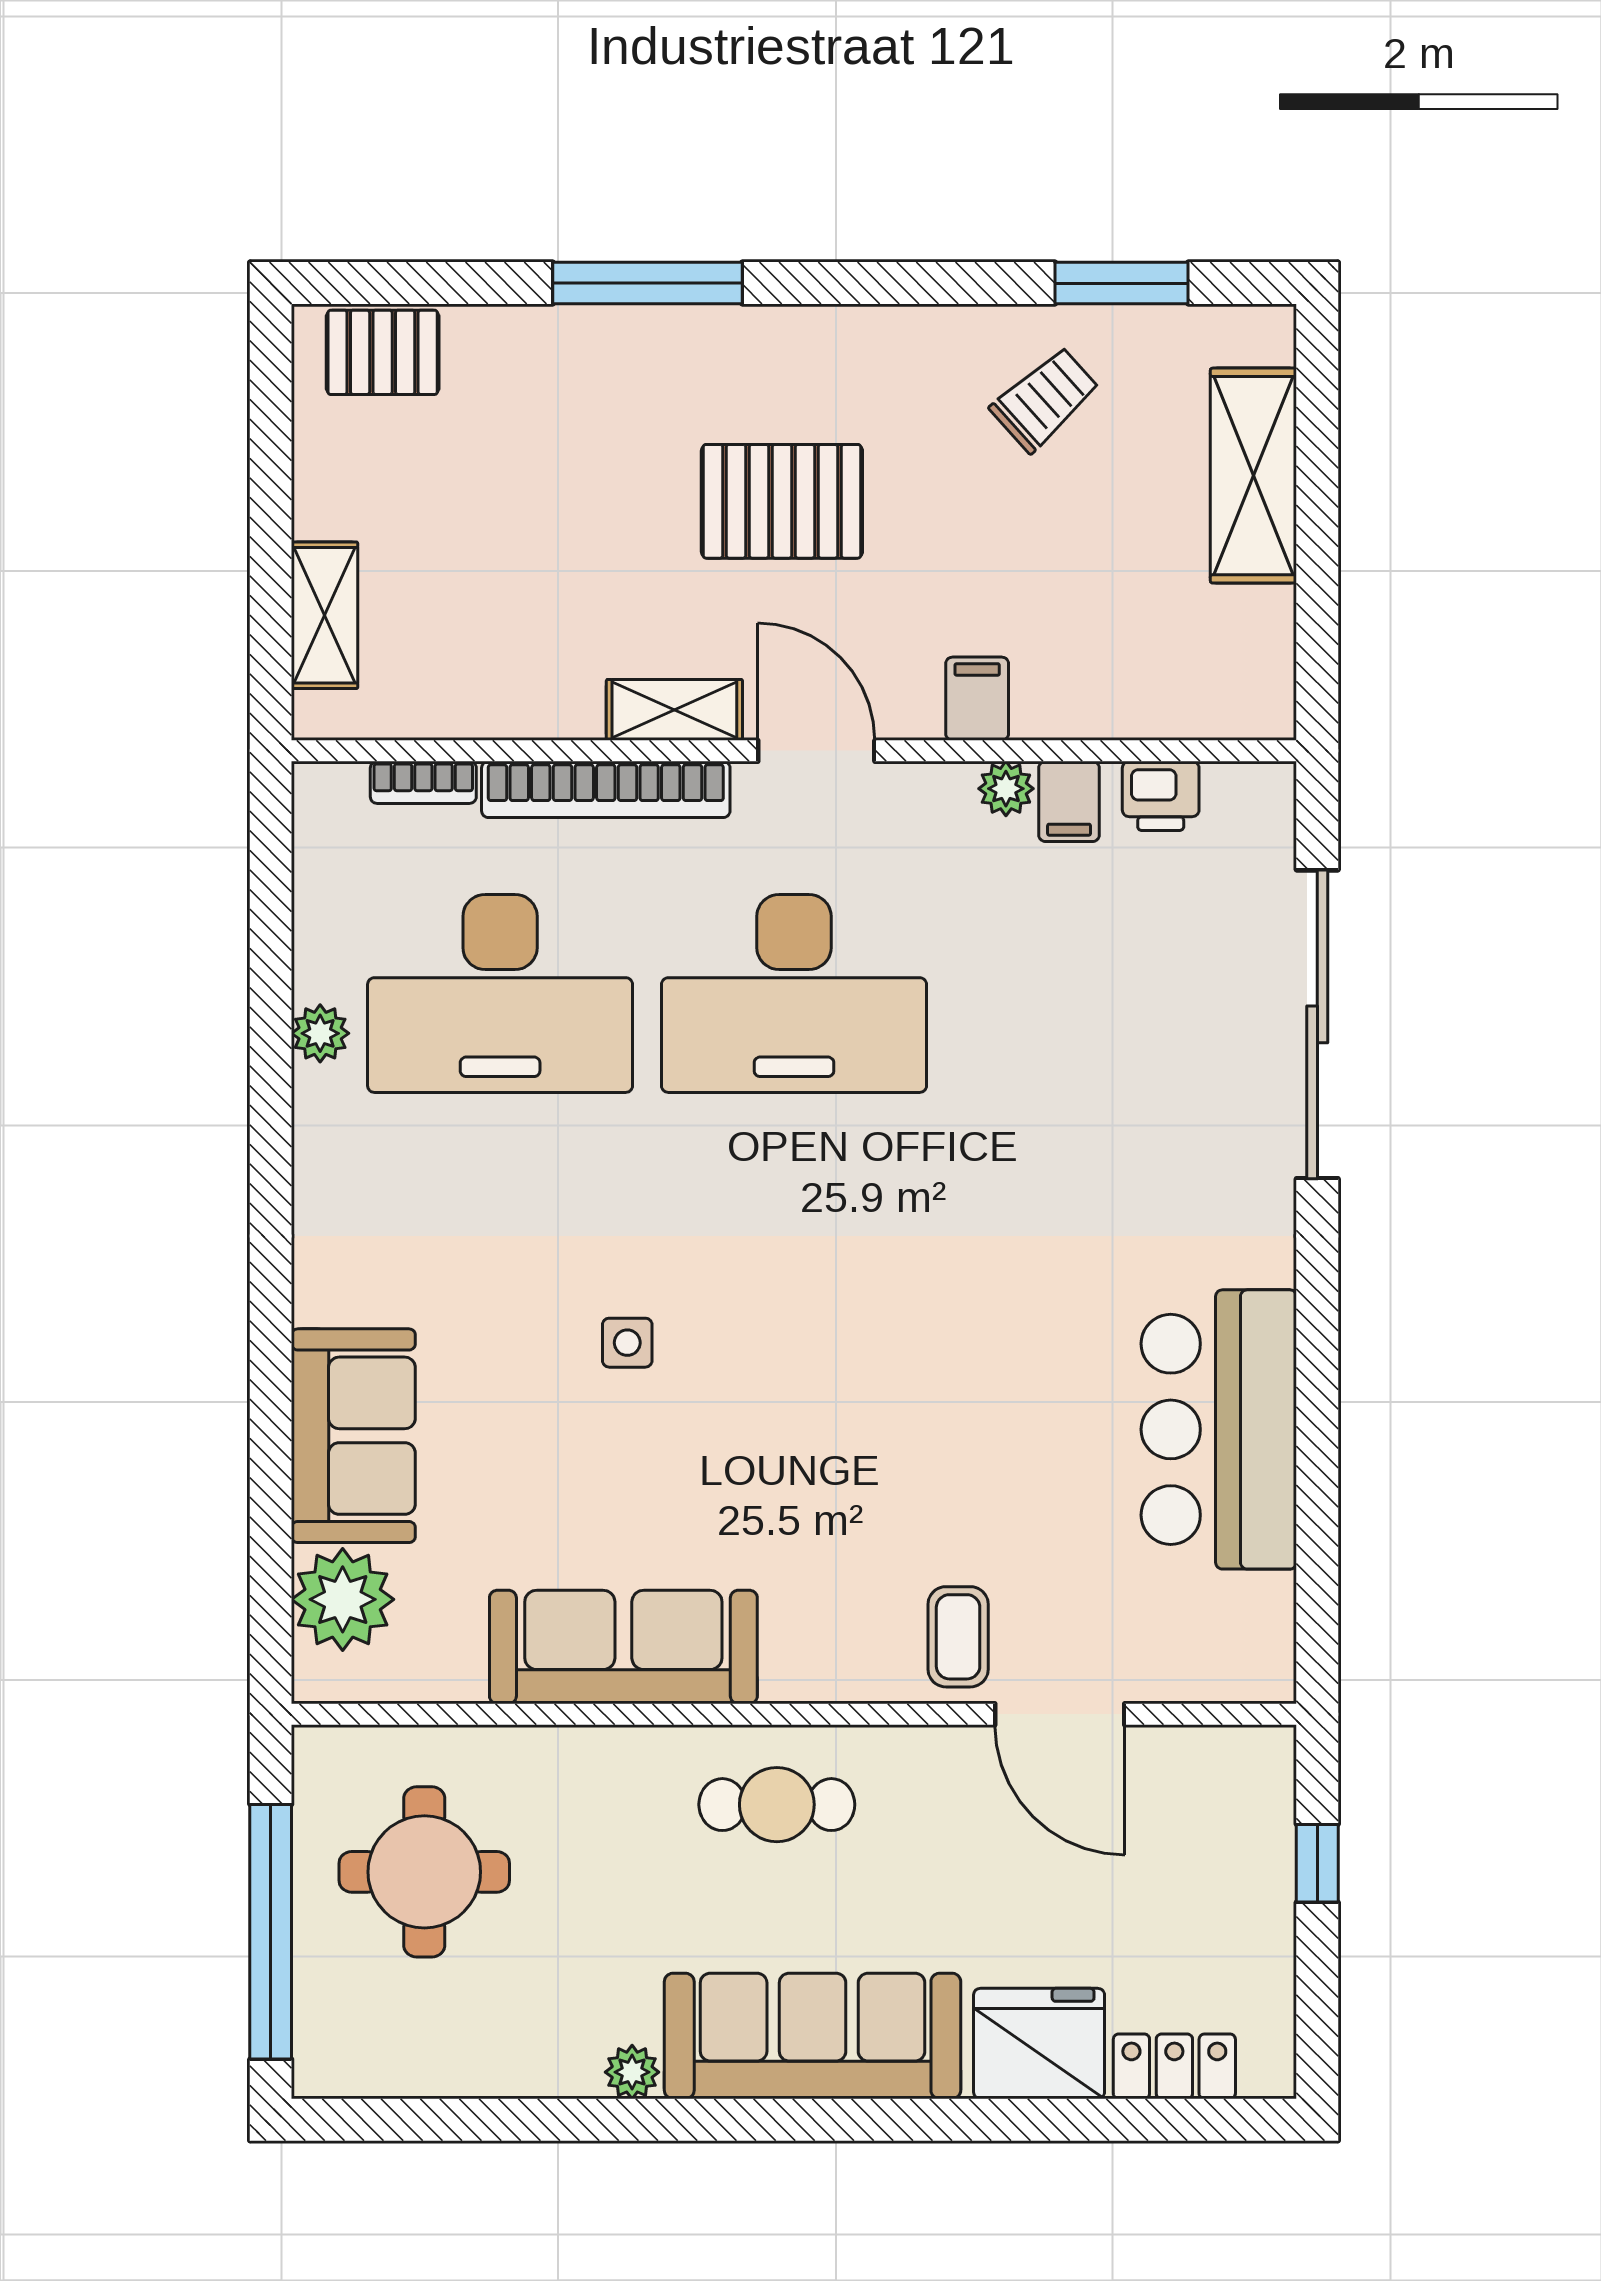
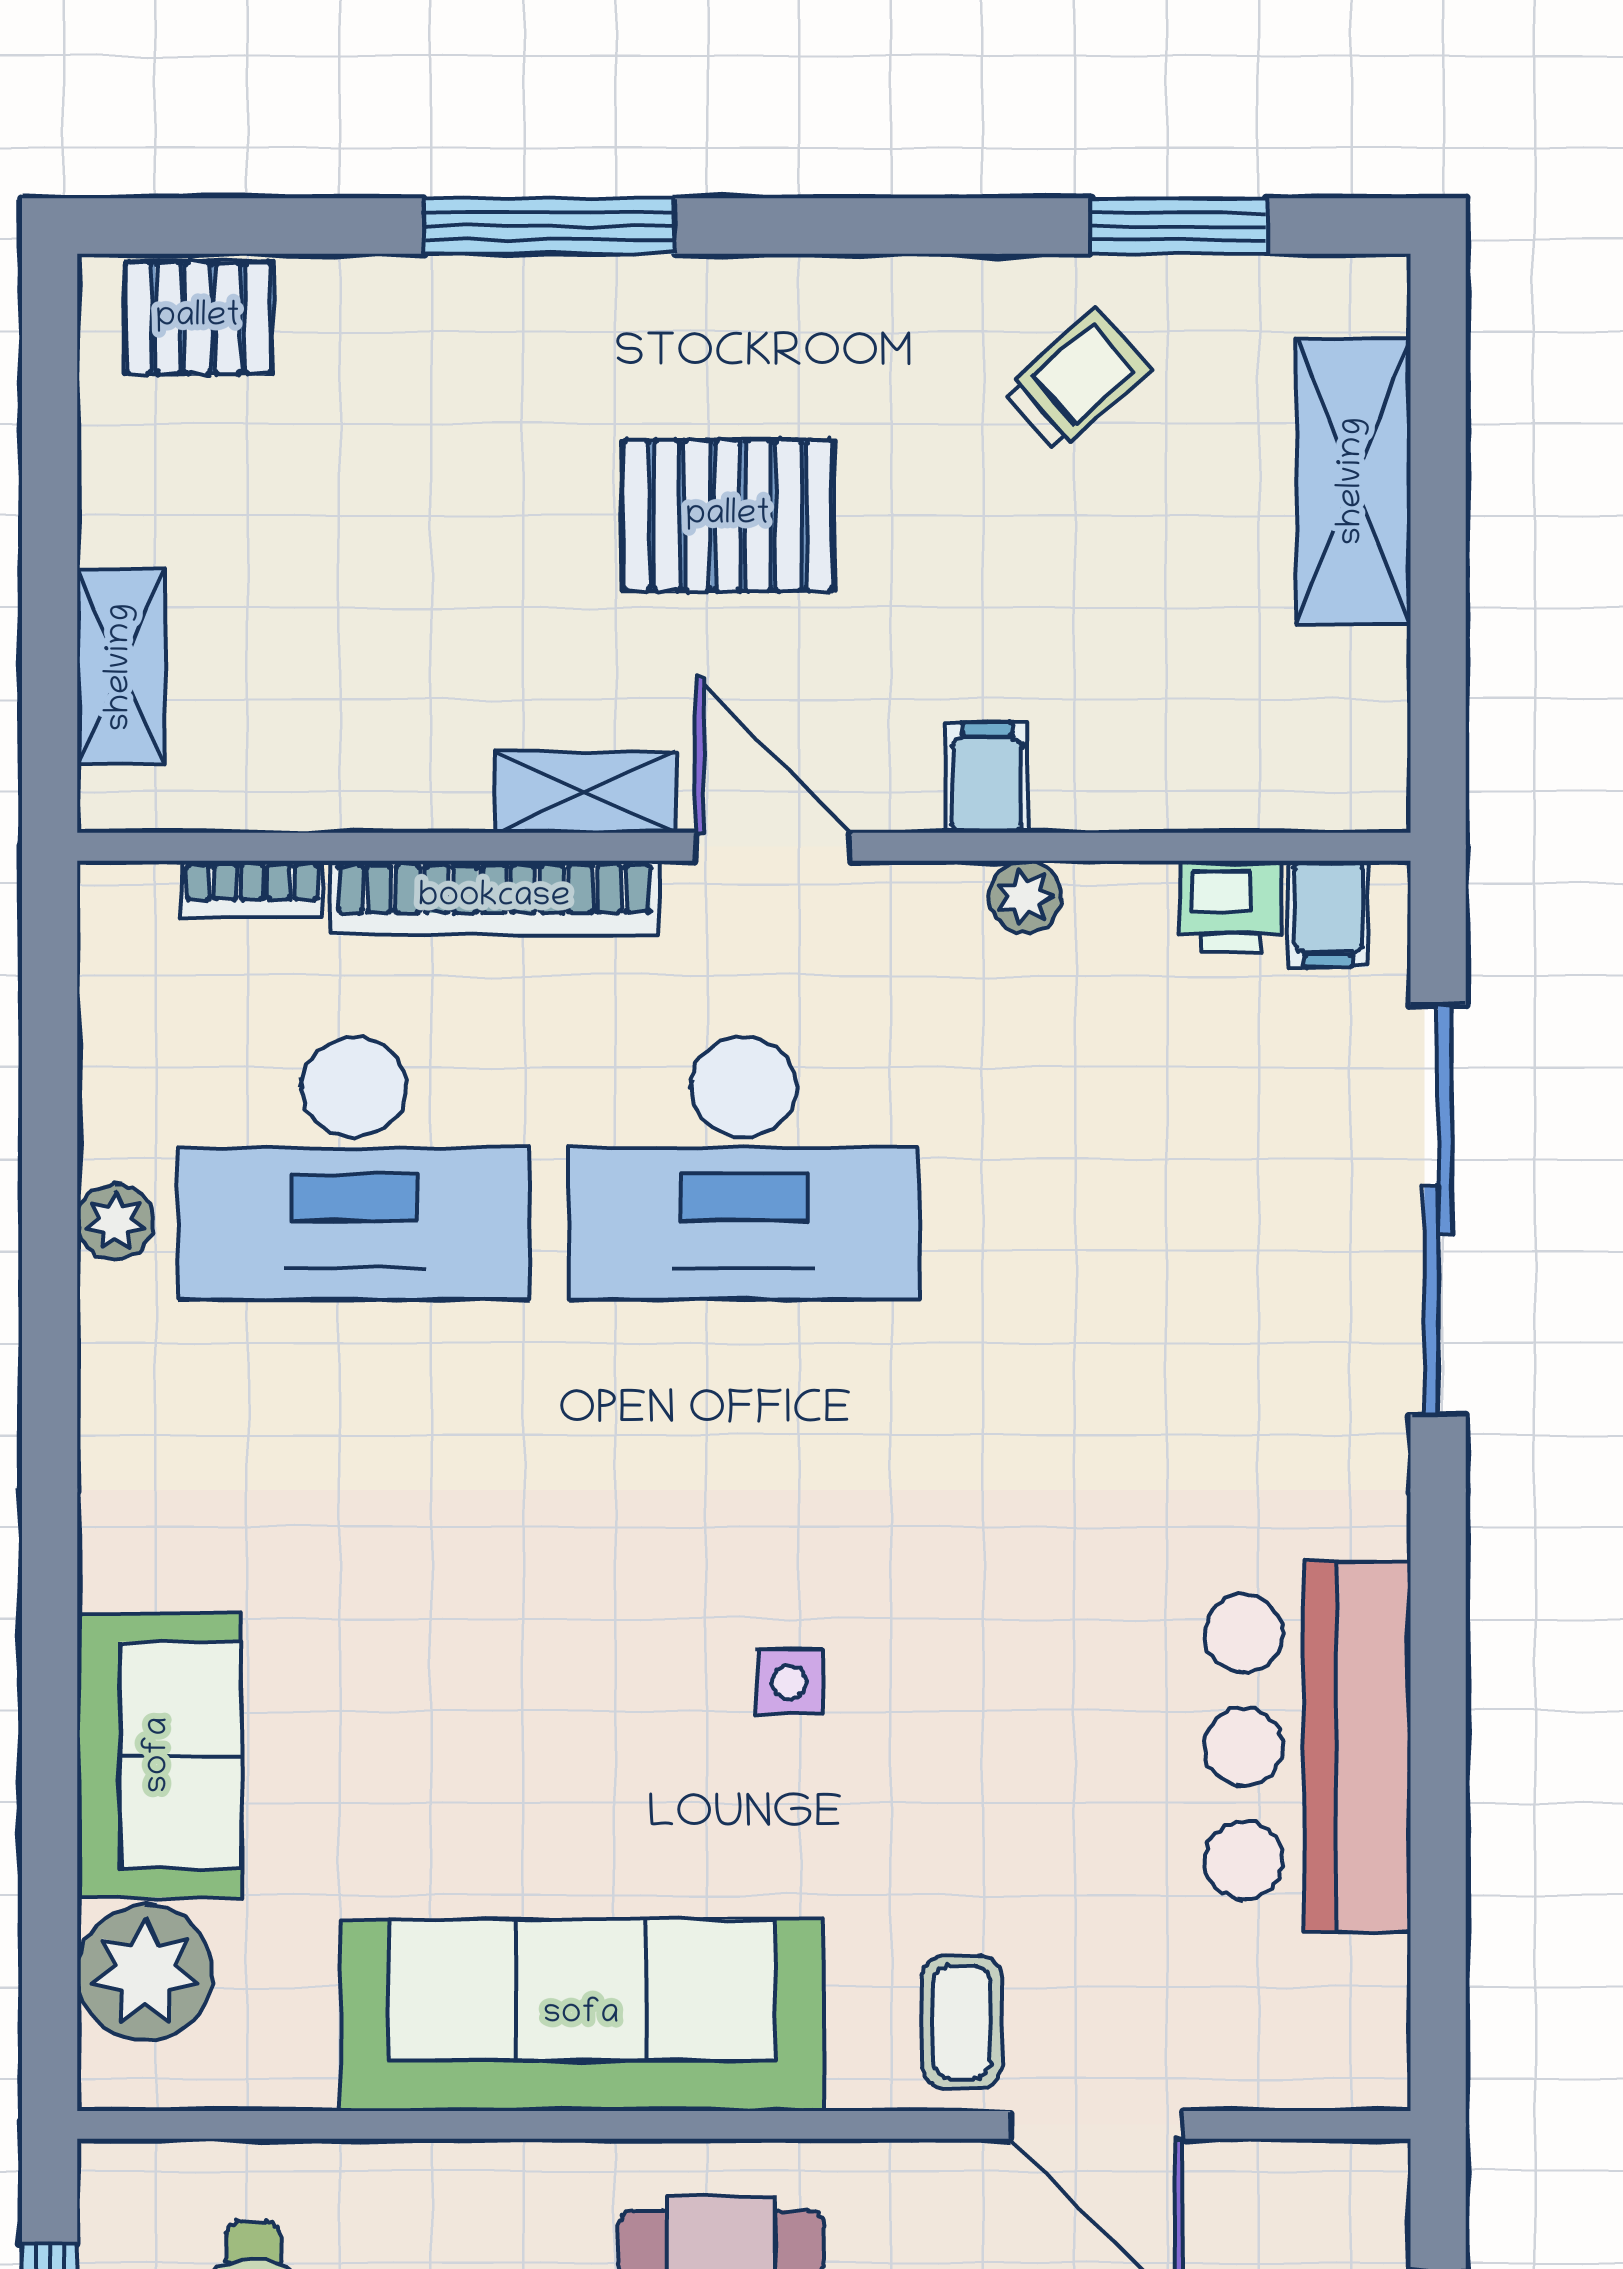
filing cabinet: (1069, 801) -> (1328, 914), moved
side table: (627, 1343) -> (789, 1682), moved
sofa: (623, 1647) -> (581, 2015), width x1.36, depth x1.27

